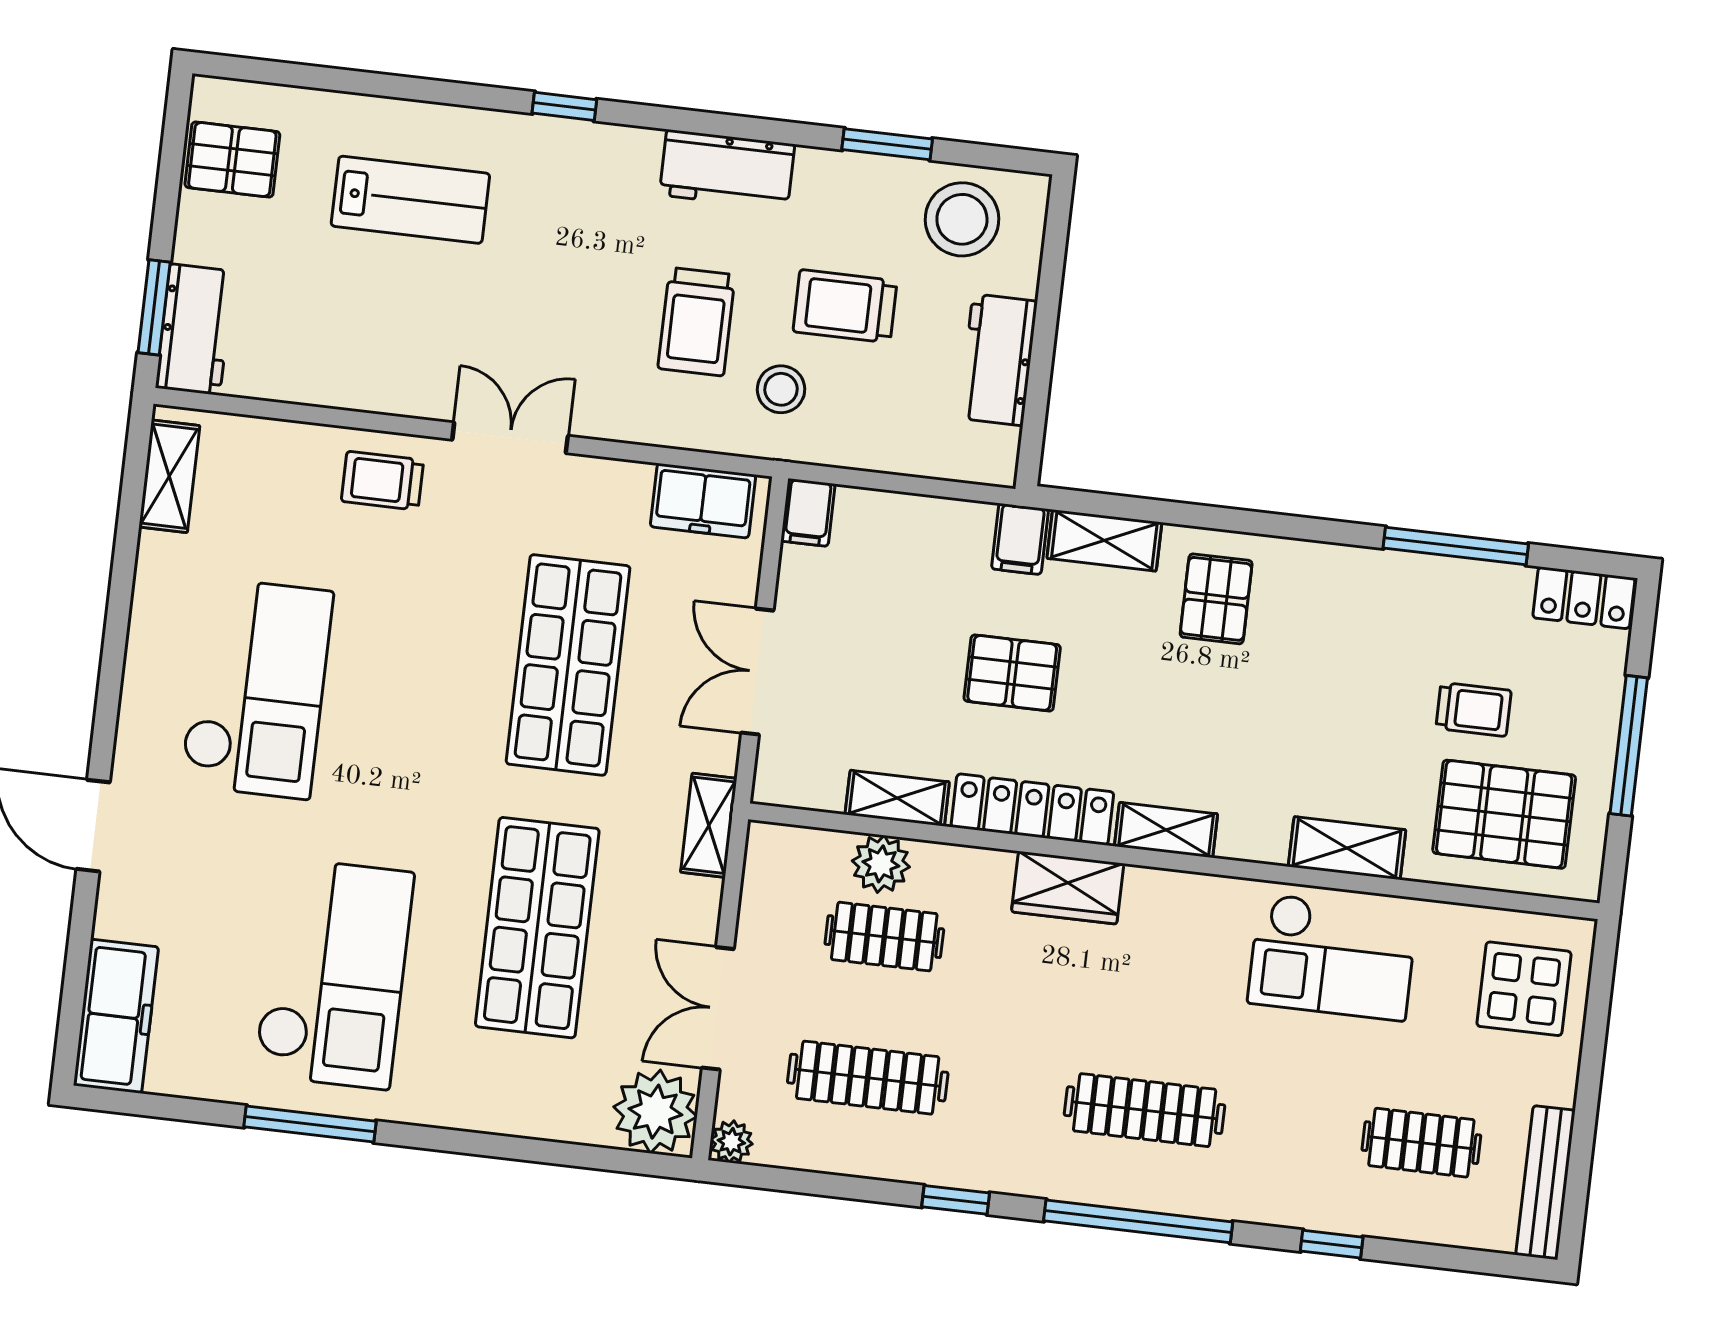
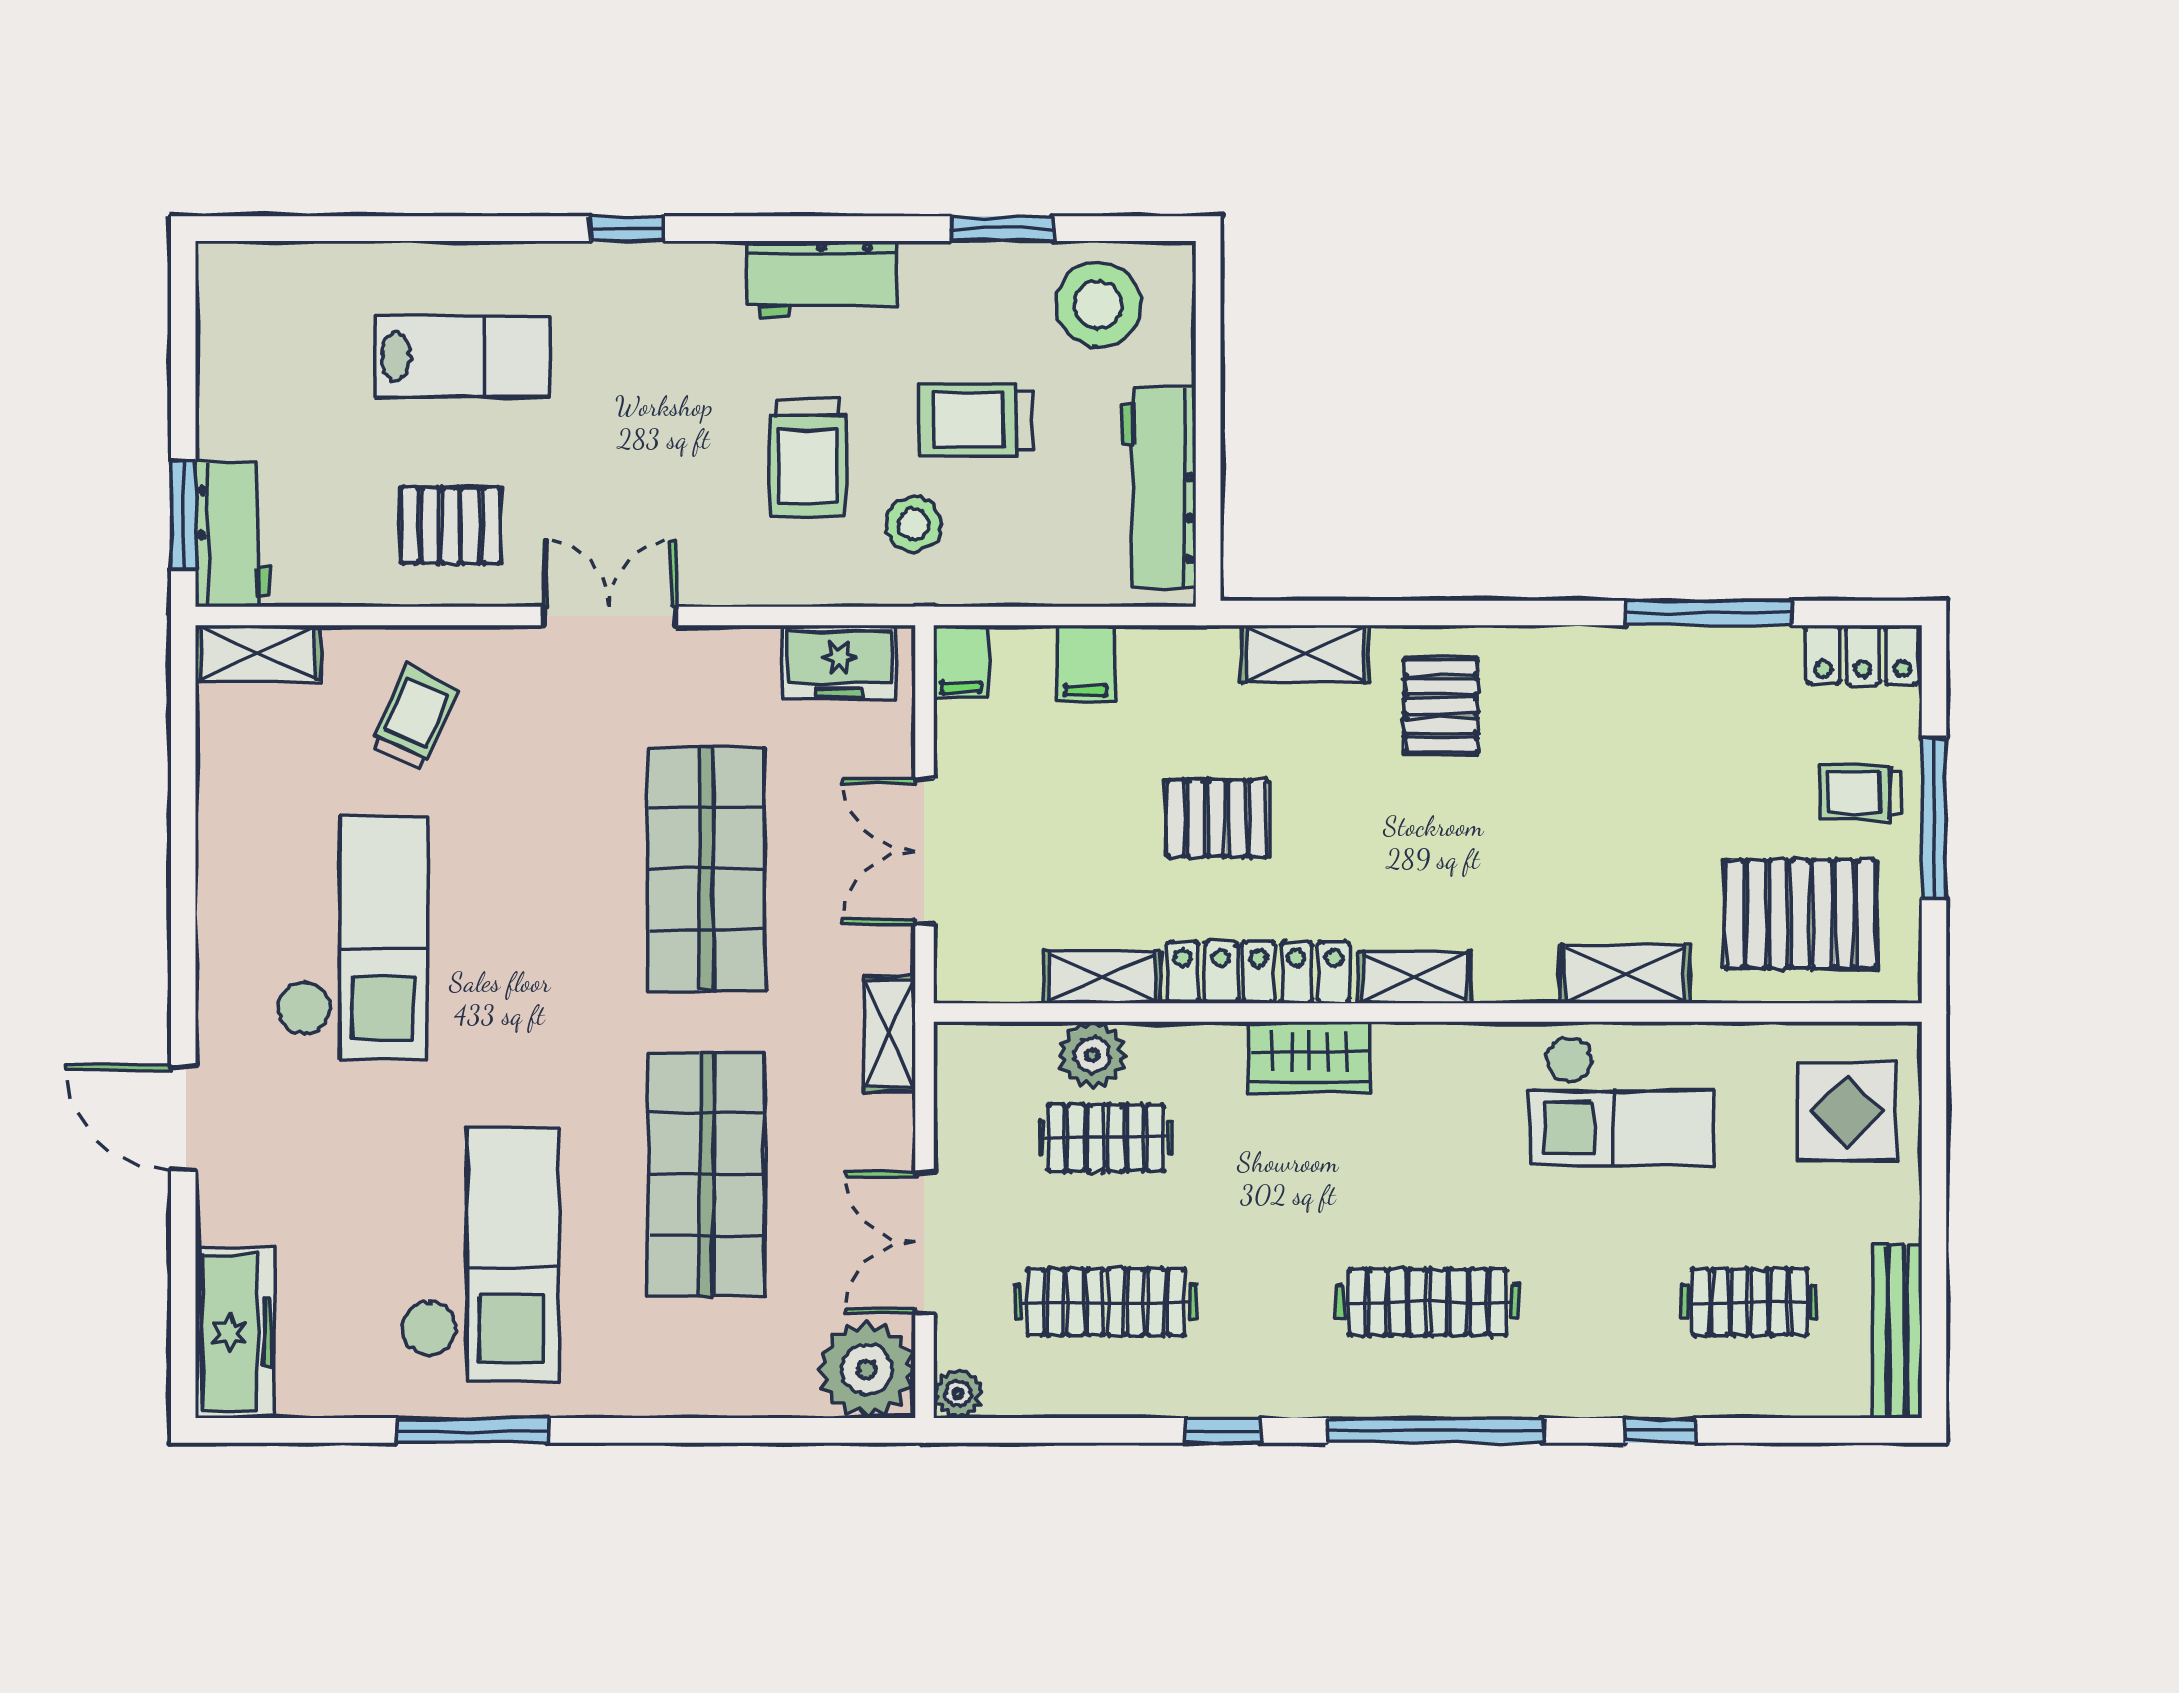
pallet: (232, 160) -> (451, 526), moved
workbench: (998, 360) -> (1158, 488), width x1.38
shelving: (169, 476) -> (258, 653), moved, turned 90
trolley: (382, 481) -> (414, 718), moved, turned 114
filing cabinet: (1020, 539) -> (1086, 664), moved
trolley: (1474, 709) -> (1860, 793), moved, turned 180

